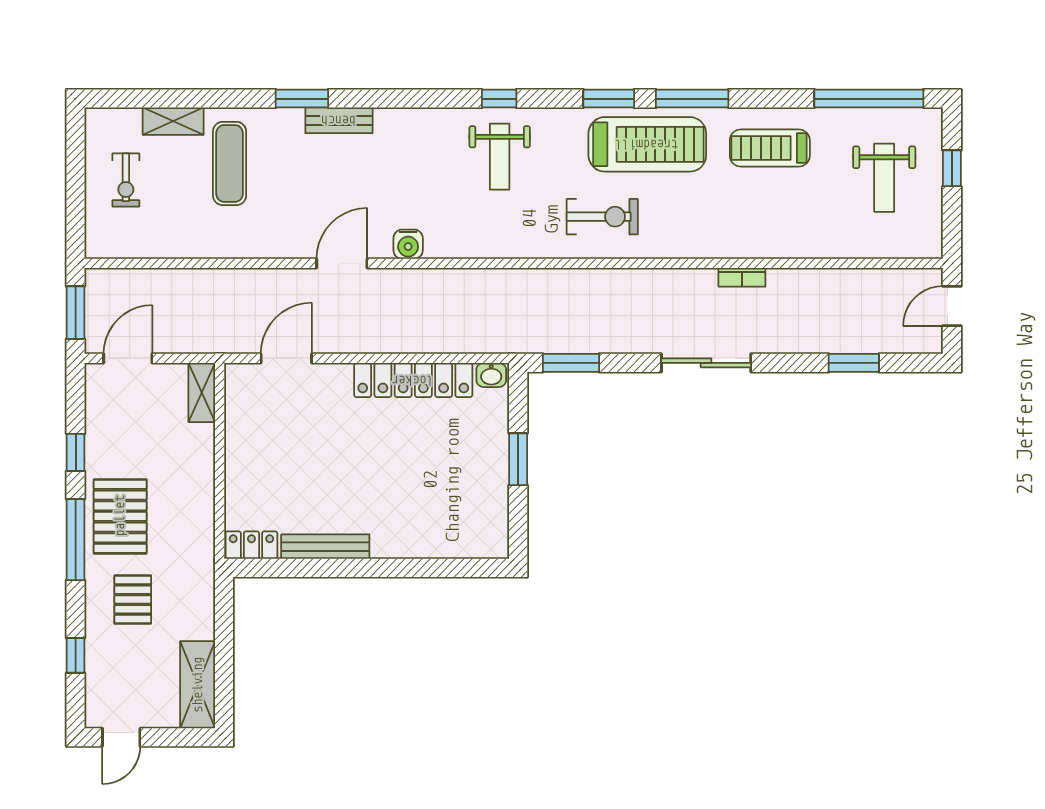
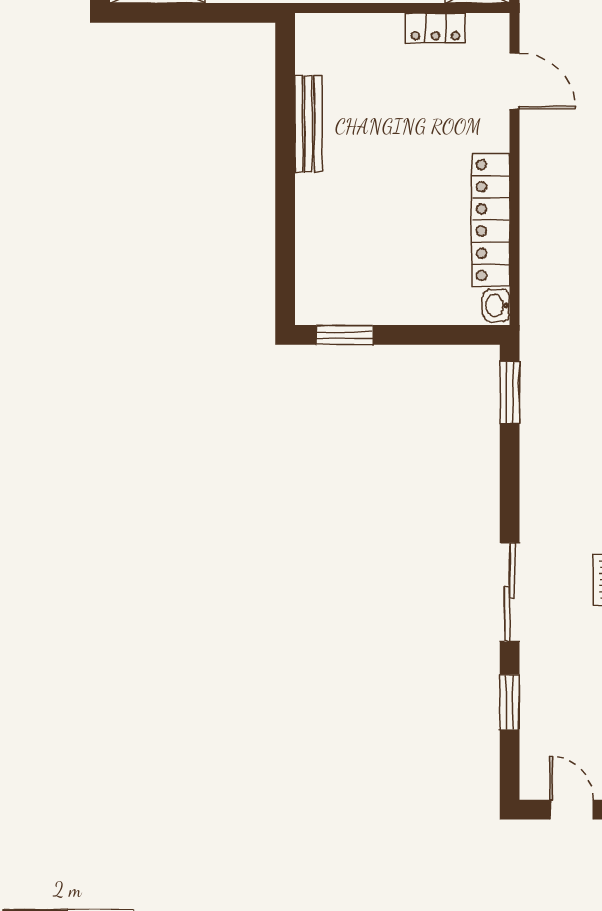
sliding door: (706, 363) -> (510, 592), moved
window: (518, 459) -> (345, 335), moved
locker: (251, 545) -> (435, 28), moved, turned 90

